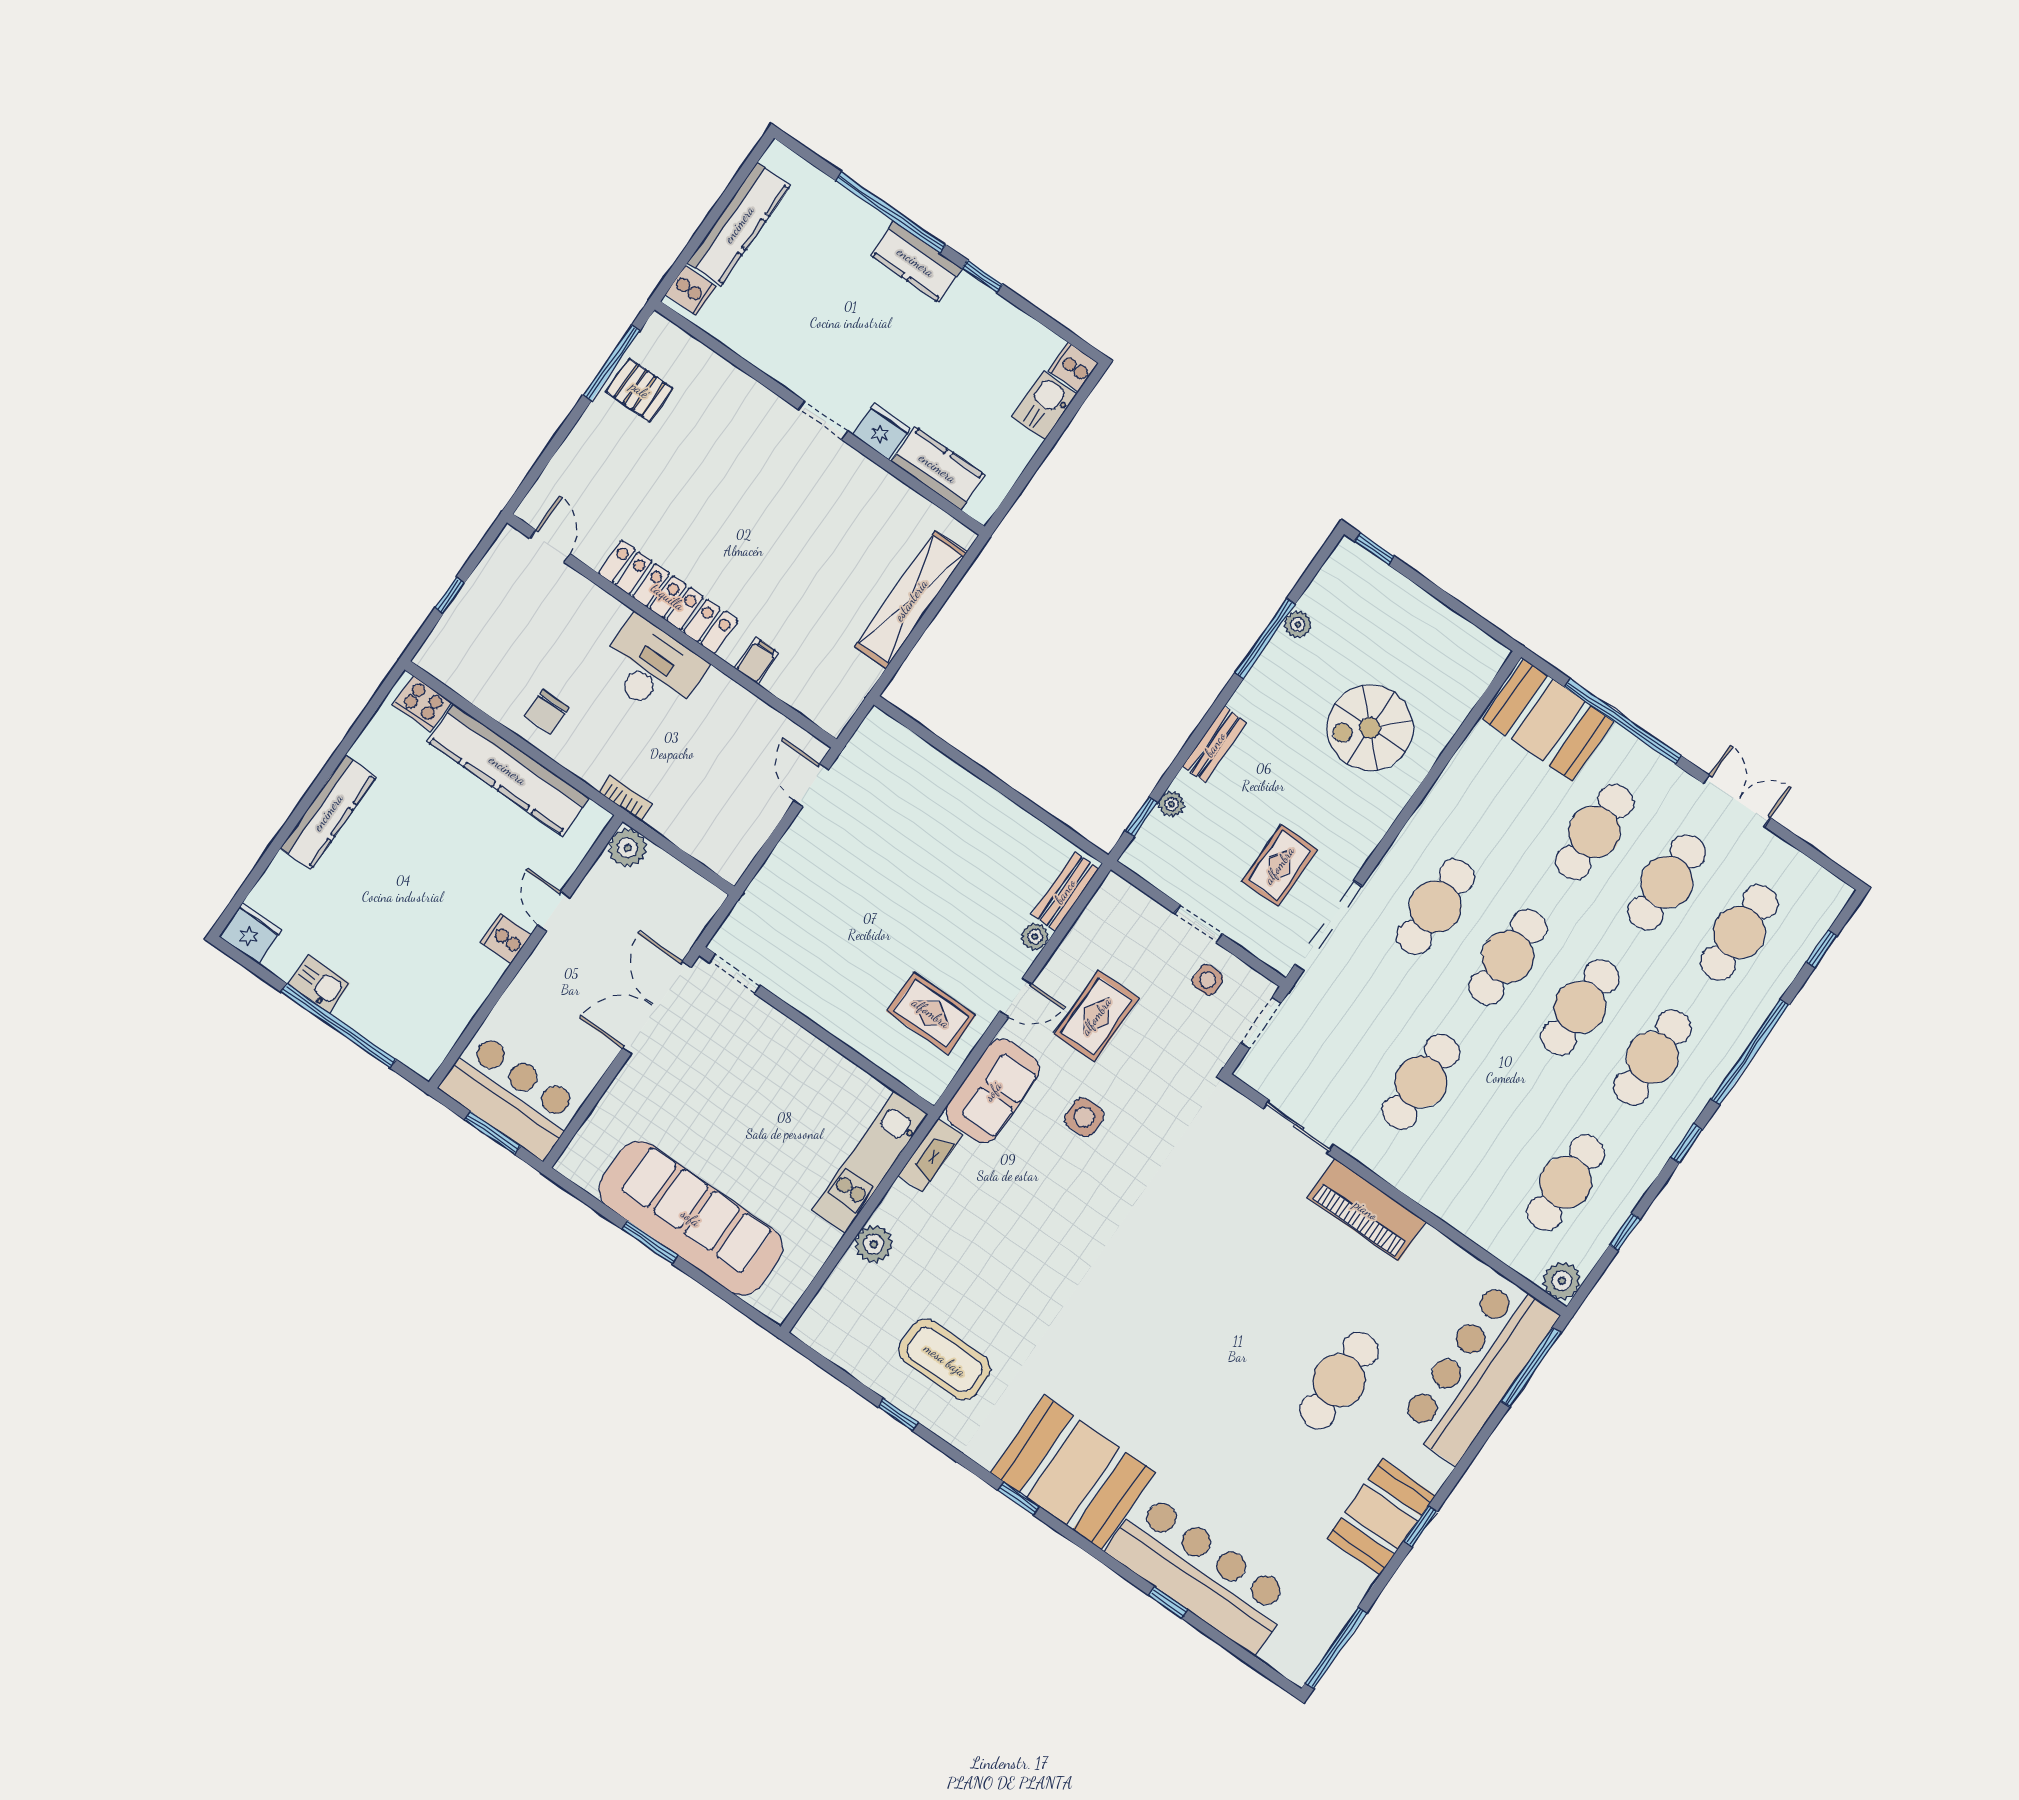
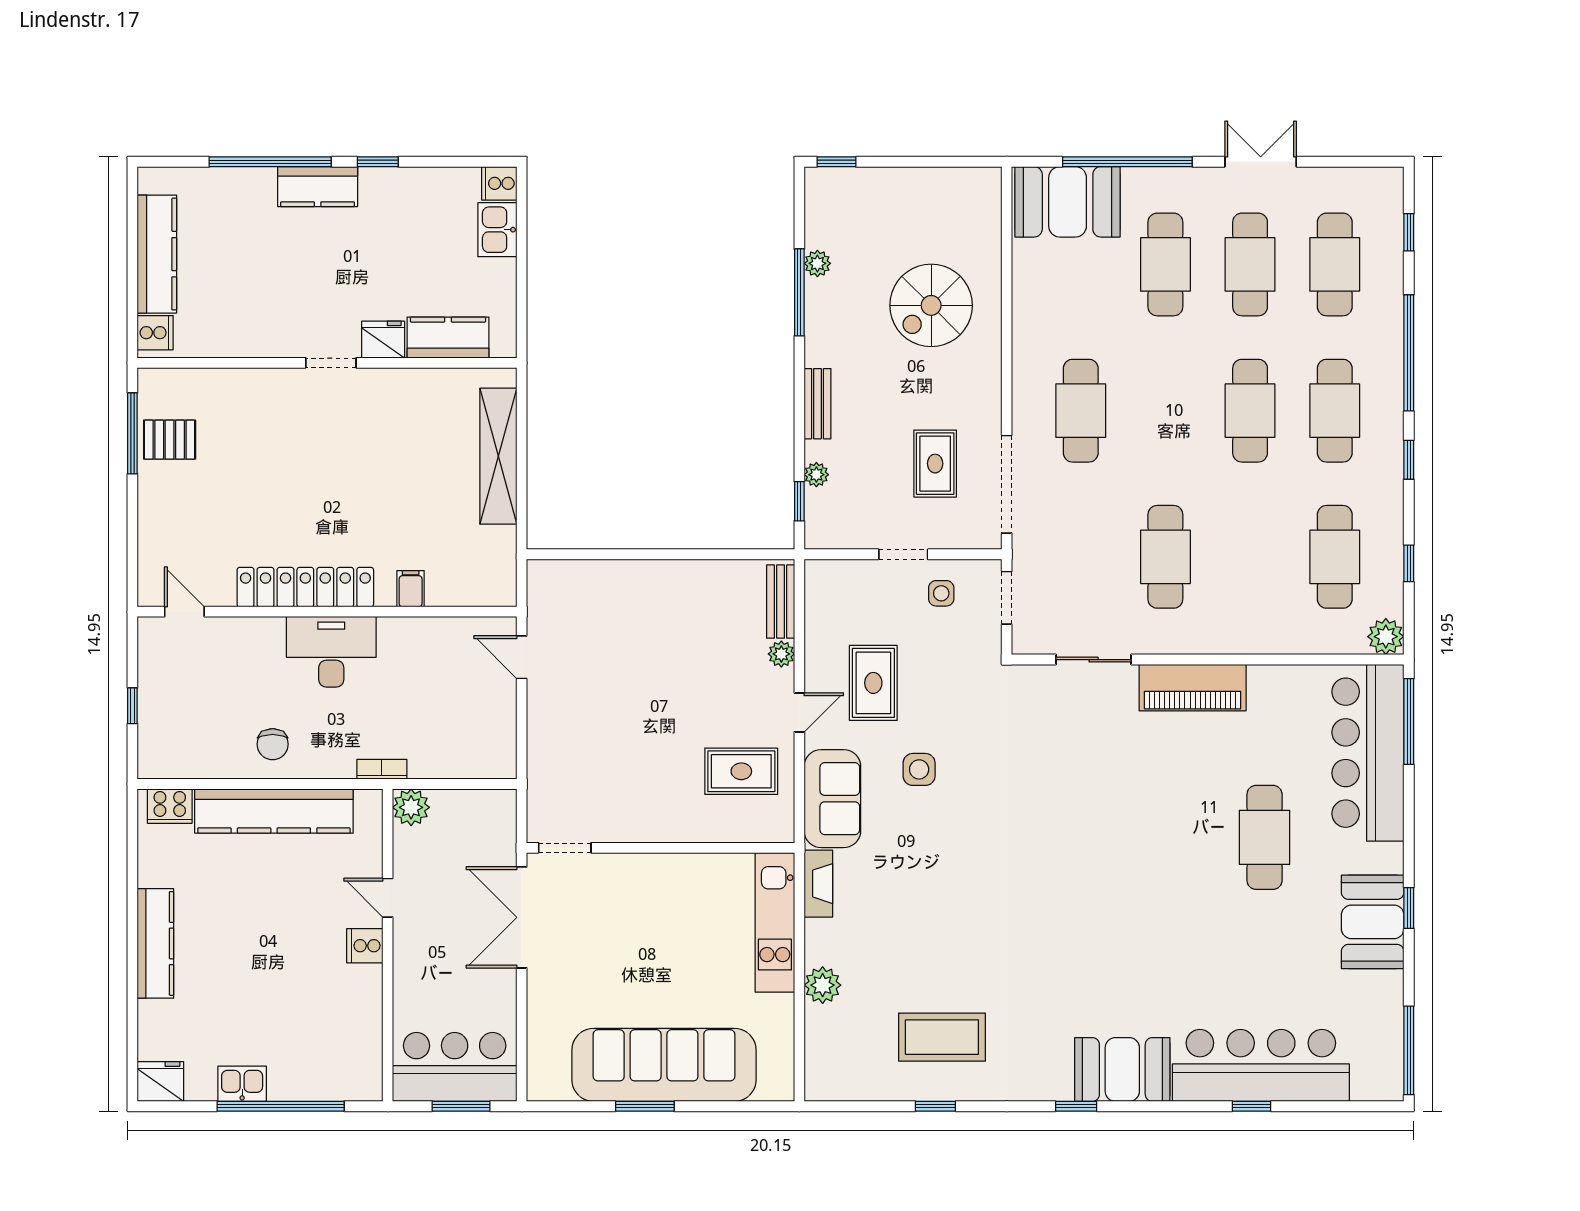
cafe table: (1508, 957) -> (1165, 411), removed
booth: (1073, 1473) -> (1122, 1070), width x0.73, depth x0.70

